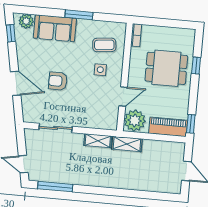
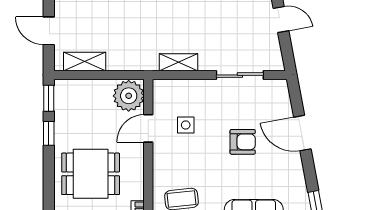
window: (196, 66) -> (49, 133), moved
side table: (100, 70) -> (186, 125), moved
piano: (168, 127) -> (80, 91), removed
shelving: (127, 144) -> (85, 62), moved

